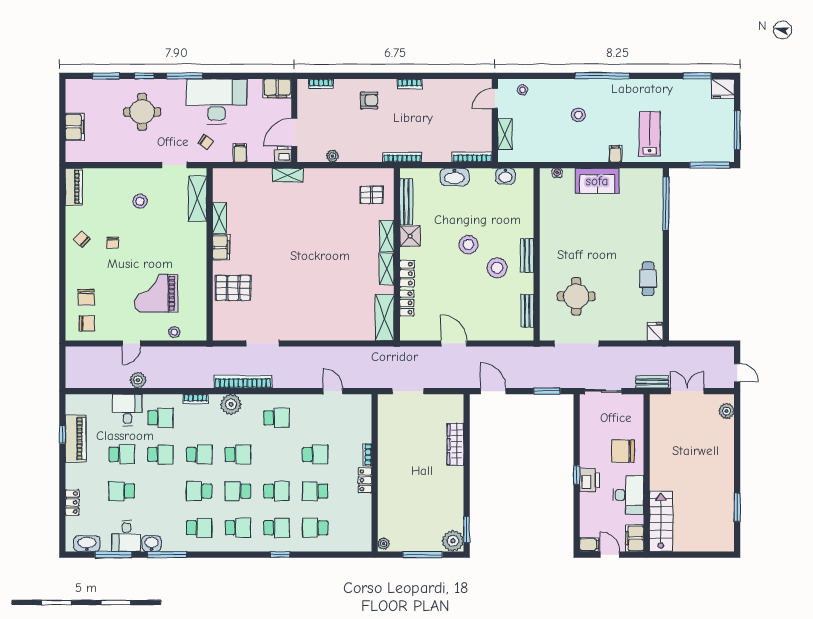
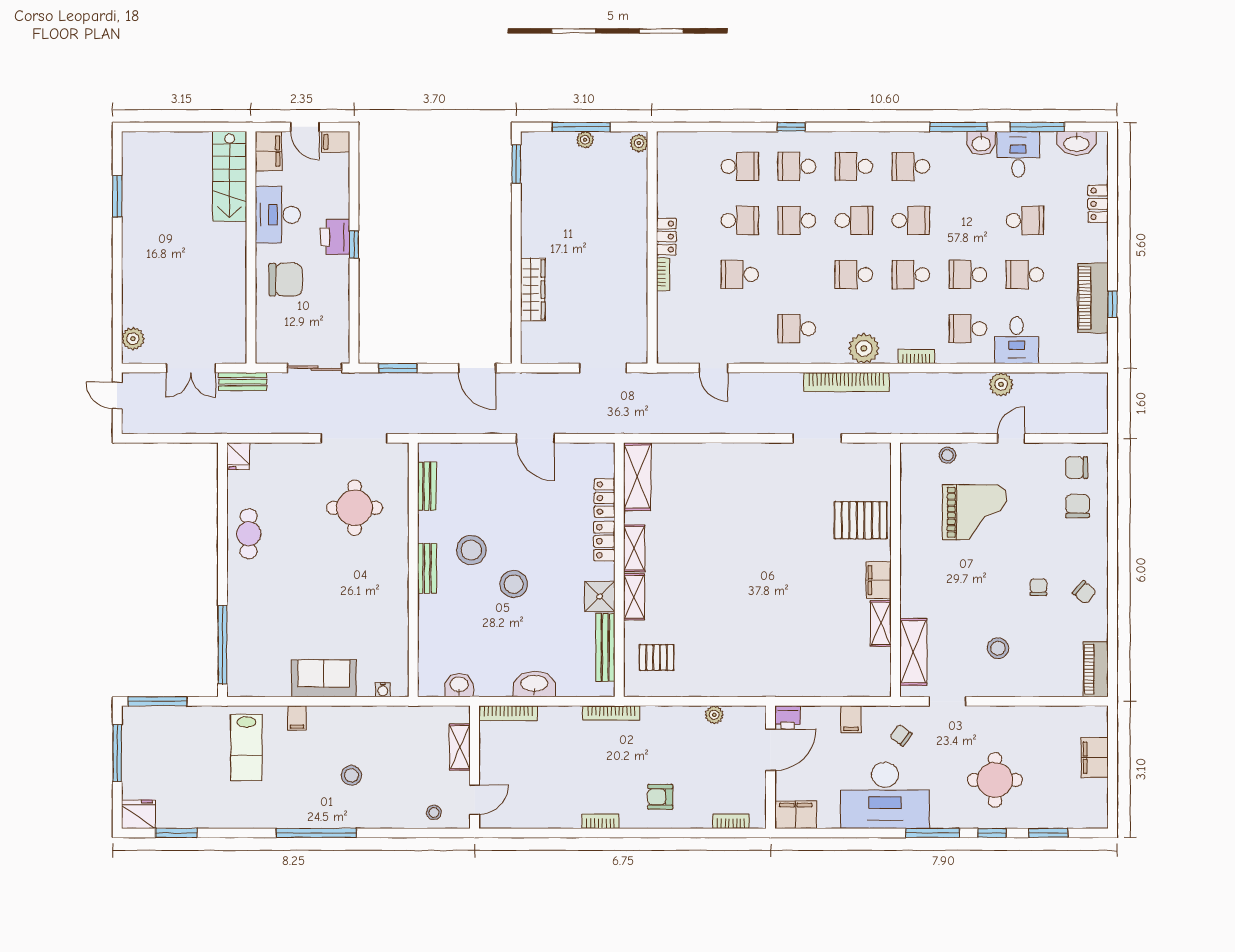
shelving: (288, 175) -> (780, 687), removed
plant: (453, 541) -> (585, 140), moved, width x0.53, depth x0.53

